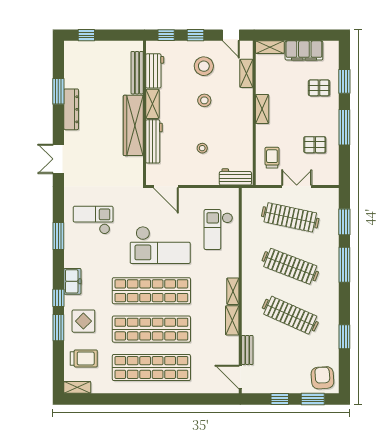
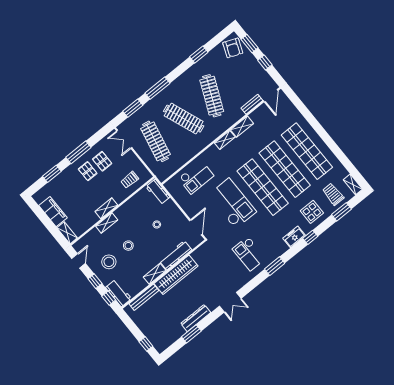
workbench: (155, 71) -> (118, 293), moved, turned 90
shelving: (246, 73) -> (107, 223), moved
pallet: (319, 88) -> (88, 171), moved
double door: (297, 187) -> (124, 139), moved
clothes rail: (290, 266) -> (184, 119), turned -42
window: (58, 328) -> (342, 212), moved
armchair: (322, 378) -> (233, 48), turned -64

